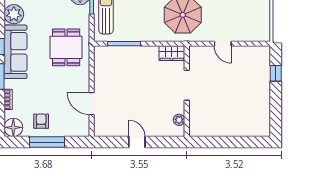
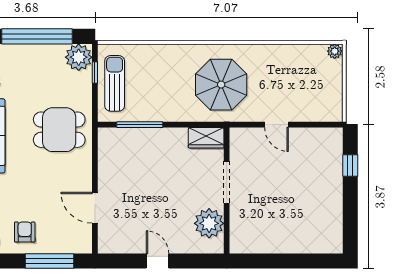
dining table: (66, 47) -> (59, 130), turned 90
plant: (179, 120) -> (209, 223), width x1.88, depth x1.88
window: (47, 142) -> (49, 261), moved

